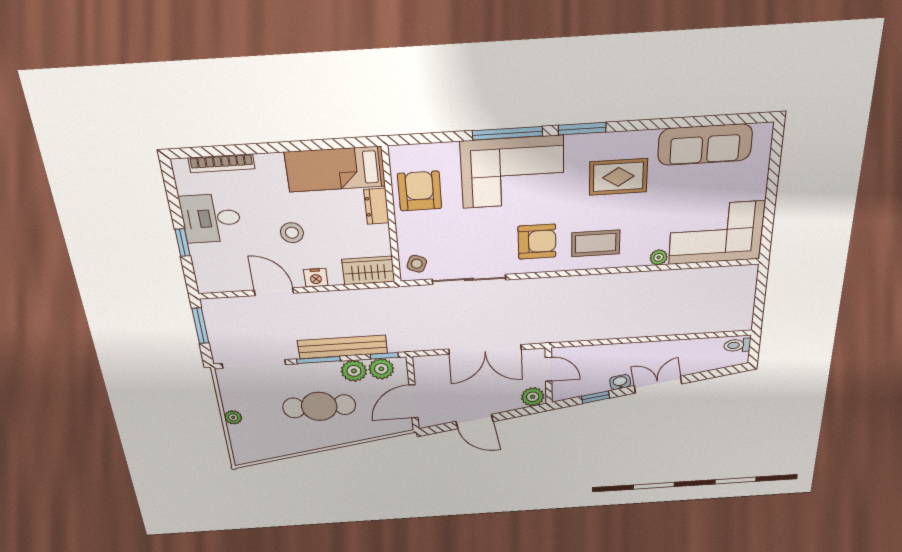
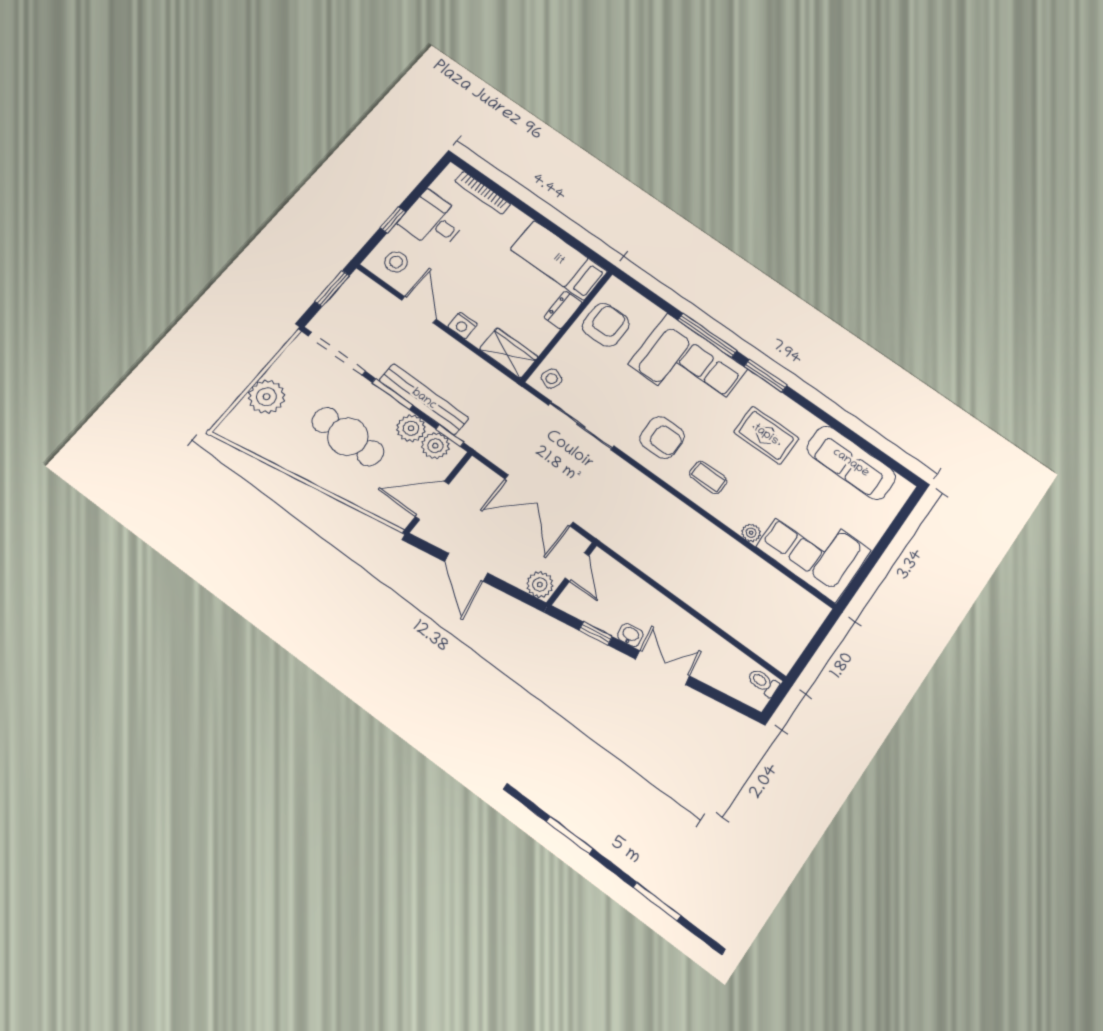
stool: (292, 233) -> (396, 262), moved
coffee table: (596, 243) -> (708, 477), width x0.73, depth x0.77
plant: (233, 417) -> (267, 397), width x1.88, depth x1.88

